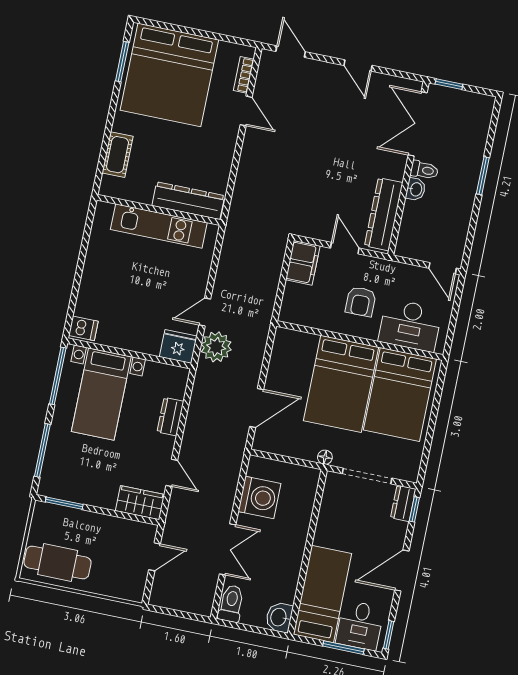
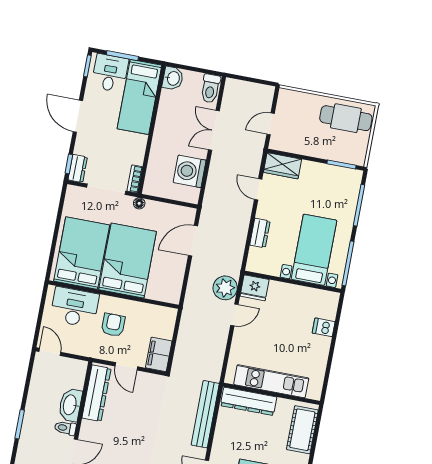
cot: (118, 155) -> (302, 430), width x1.37, depth x1.34
bench: (244, 185) -> (205, 414), added
washbasin: (416, 189) -> (70, 405), width x1.91, depth x1.45
dishwasher: (83, 328) -> (324, 327), moved
bookcase: (330, 489) -> (135, 179), added
door: (402, 570) -> (78, 116), swing flipped

